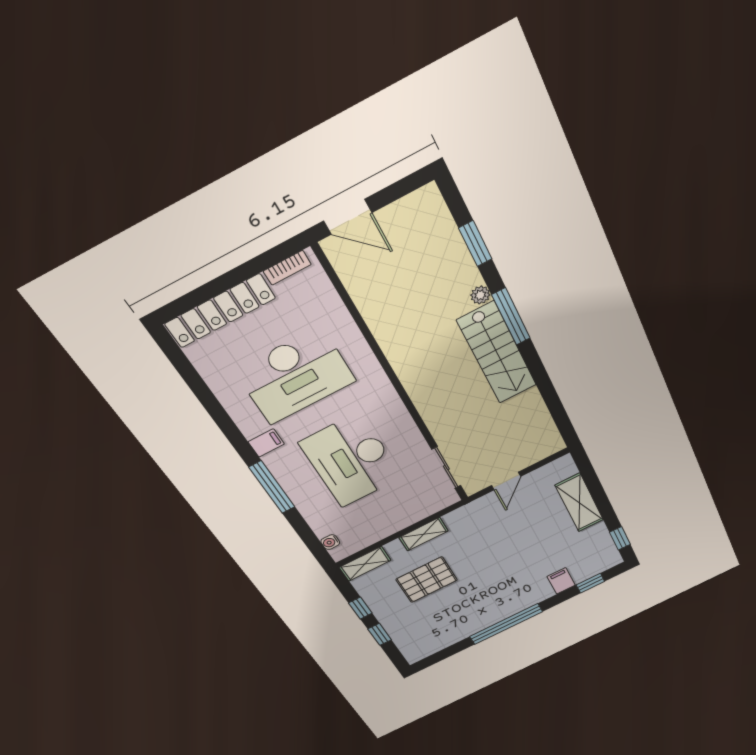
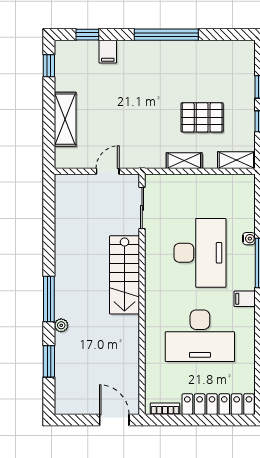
stairs: (497, 353) -> (124, 275), moved, turned 180
desk: (295, 376) -> (200, 336), turned 180
water cooler: (330, 542) -> (249, 239), moved

